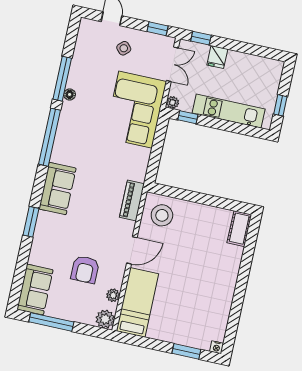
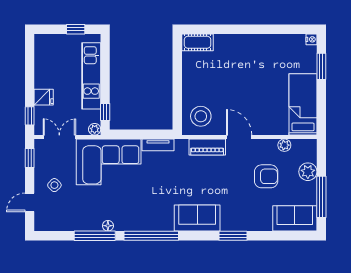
tv unit: (142, 165) -> (158, 145), added
piano: (132, 201) -> (207, 147), moved
bed: (137, 302) -> (303, 104), moved, turned 90
plant: (105, 319) -> (308, 172), moved

